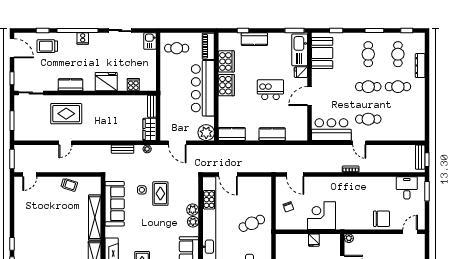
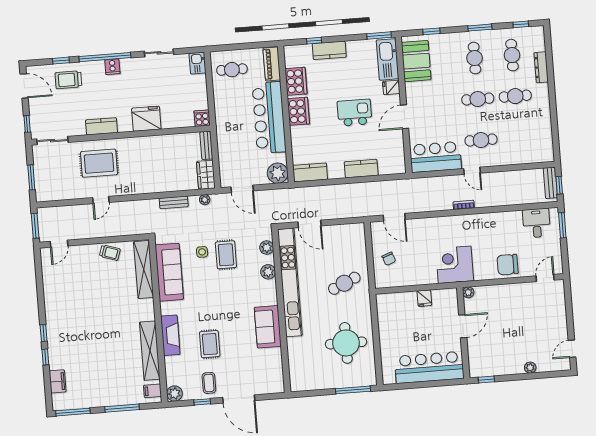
cooker: (133, 85) -> (202, 118), moved
corner desk: (321, 216) -> (455, 265), moved
shelving: (95, 218) -> (144, 269), moved
chair: (381, 219) -> (508, 265), turned 180
plant: (193, 222) -> (267, 248), moved

